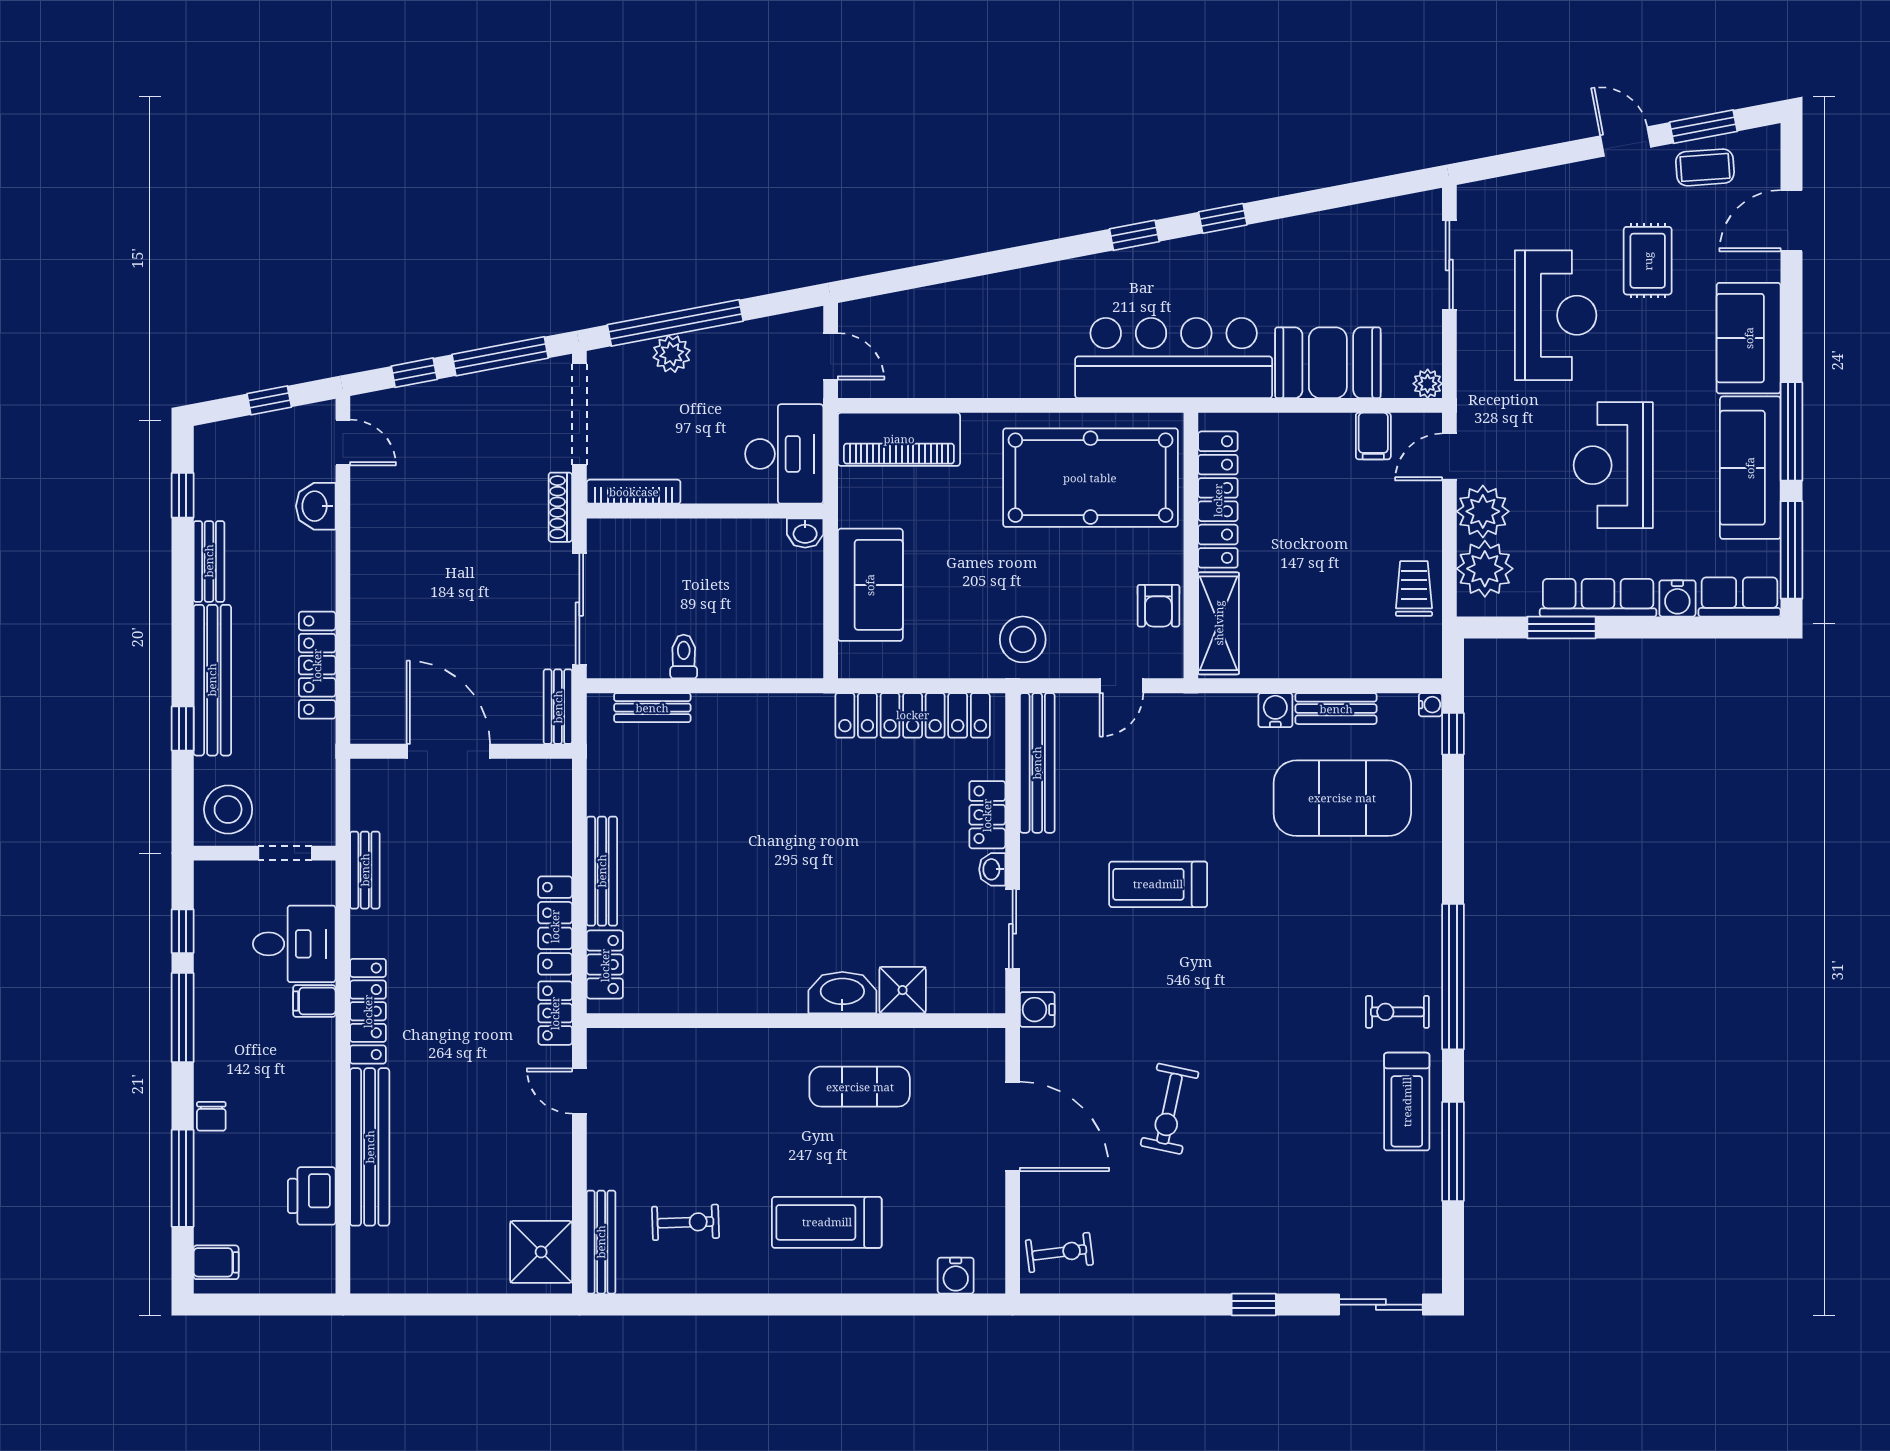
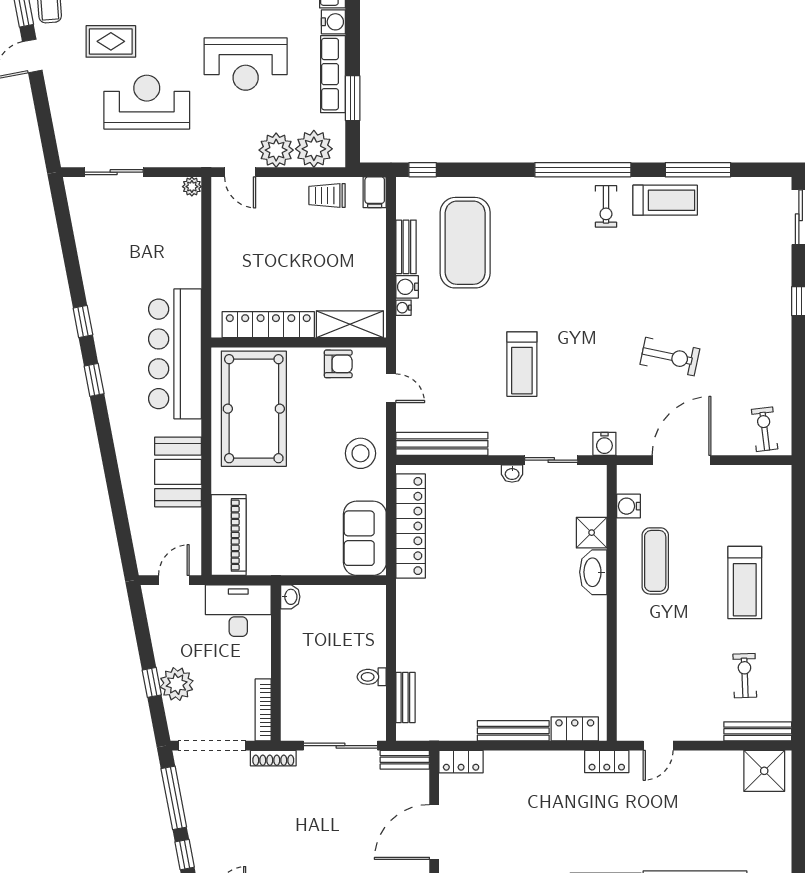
window: (675, 323) -> (152, 682), width x0.32
plant: (672, 354) -> (177, 684), width x1.36, depth x1.36
booth: (1328, 363) -> (178, 472), moved
filing cabinet: (1373, 436) -> (375, 192), moved, turned 90
sofa: (870, 585) -> (365, 538), moved, turned -90
water cooler: (1430, 705) -> (403, 308), moved, turned -90
locker: (987, 815) -> (476, 477), removed
locker: (555, 926) -> (461, 762), moved, width x0.66
water cooler: (956, 1276) -> (628, 506), moved, turned 180

